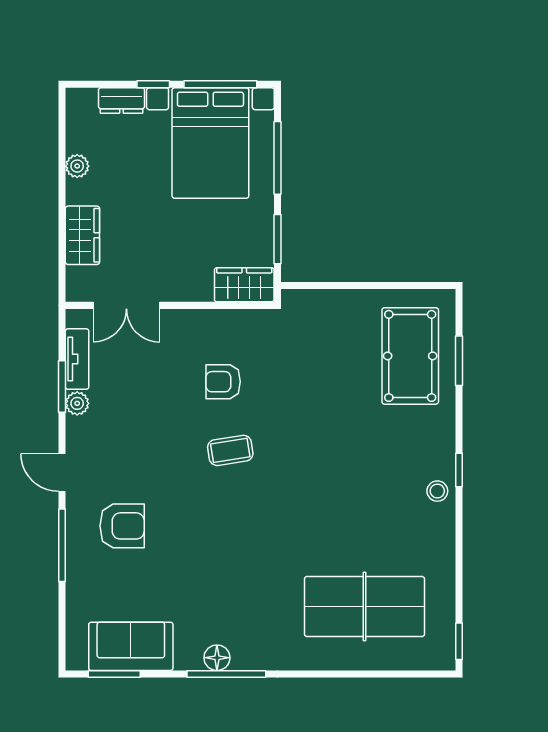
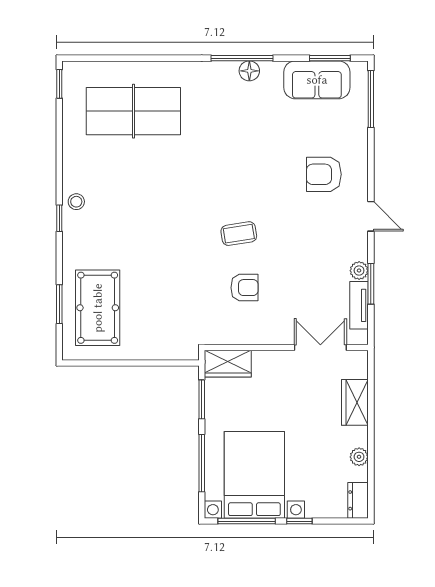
dresser: (121, 101) -> (358, 500), moved, turned -90
window: (62, 545) -> (371, 99), moved

